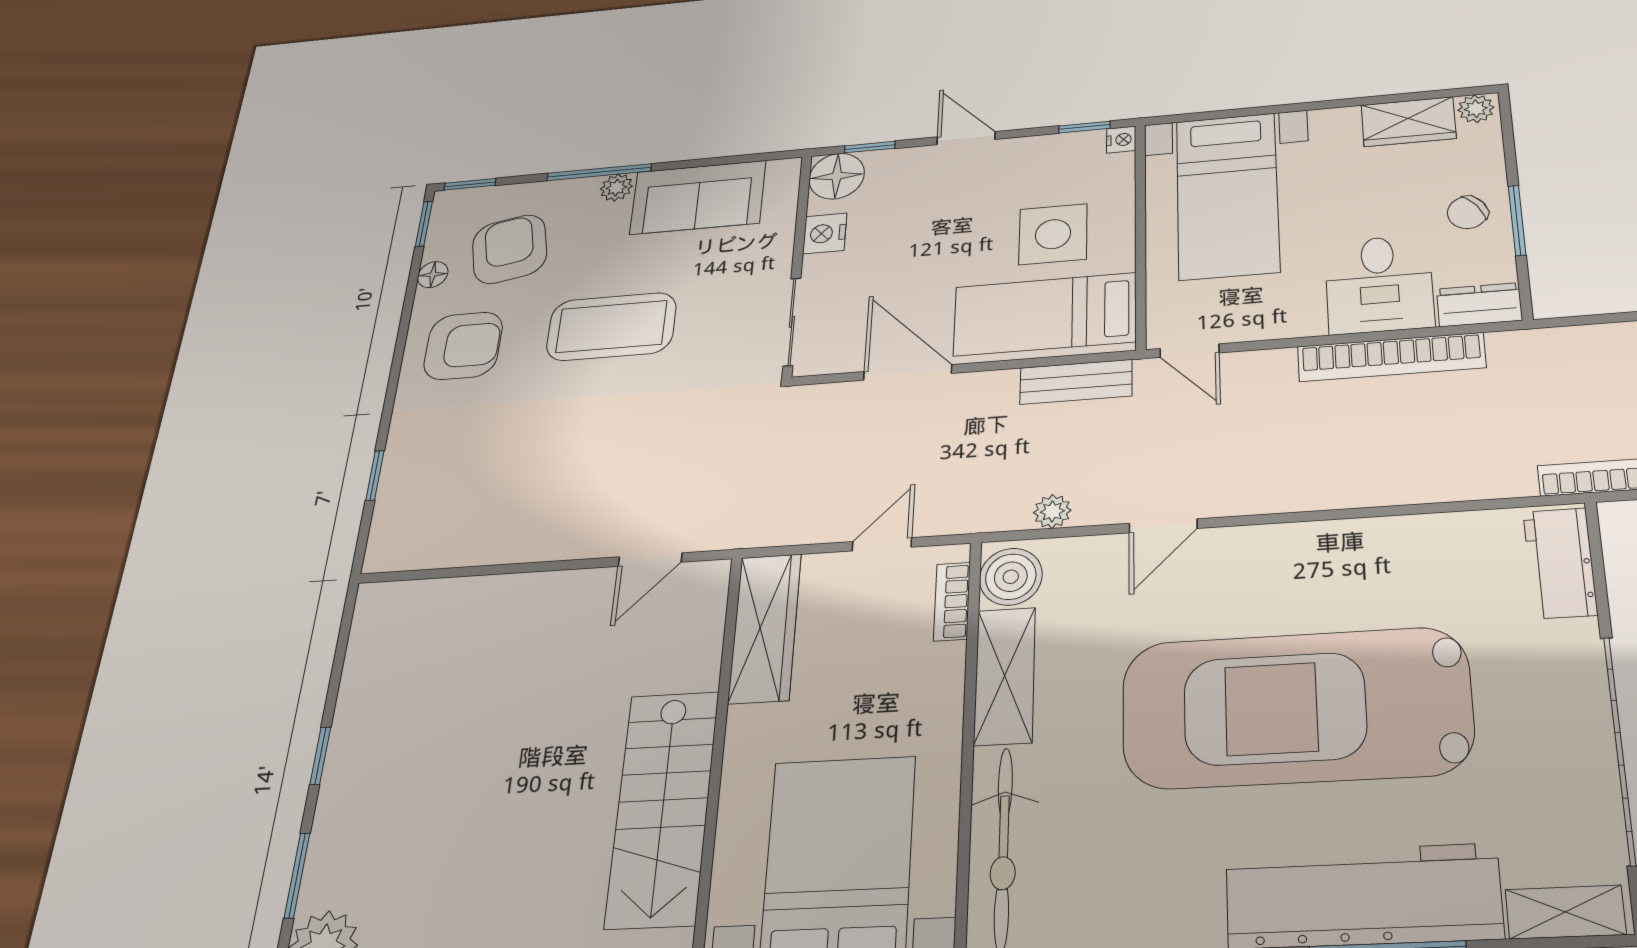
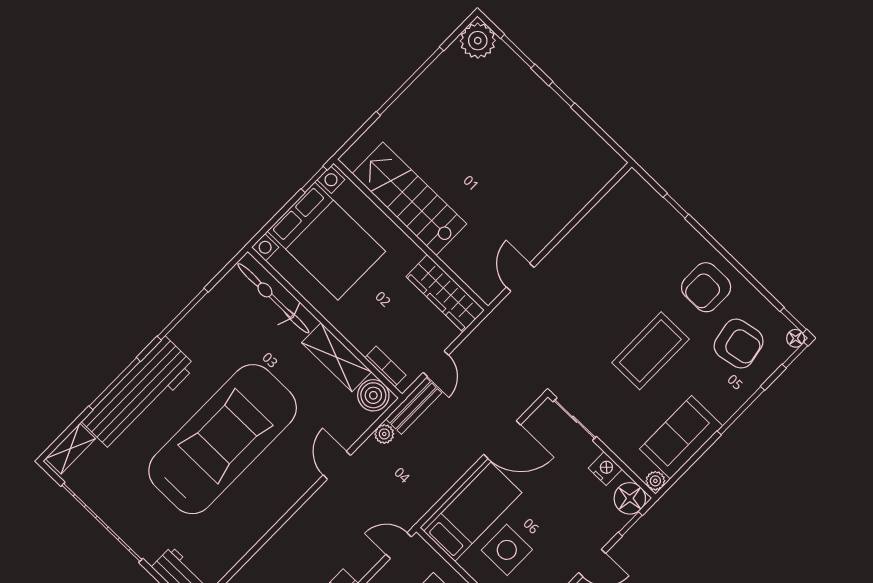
plant: (616, 188) -> (655, 481), moved
floor lamp: (433, 275) -> (796, 338), moved
bench: (1076, 382) -> (414, 406), moved

